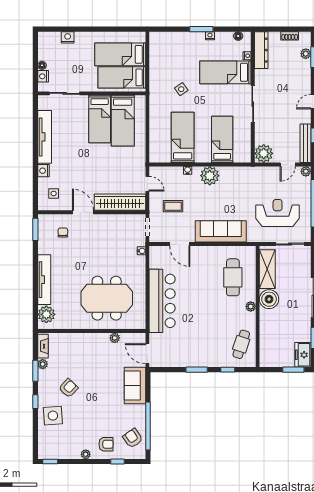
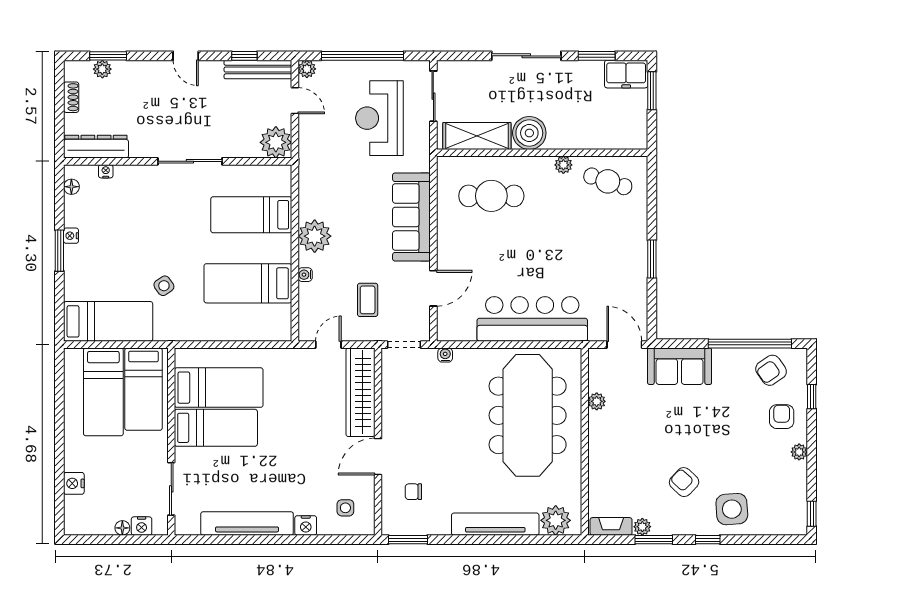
bed: (225, 72) -> (108, 321), moved, turned -90
meeting table: (107, 298) -> (528, 415), width x1.36
plant: (251, 306) -> (563, 165), moved
door: (147, 354) -> (624, 345), swing flipped
window: (228, 370) -> (652, 205), removed

